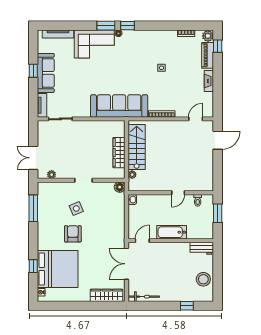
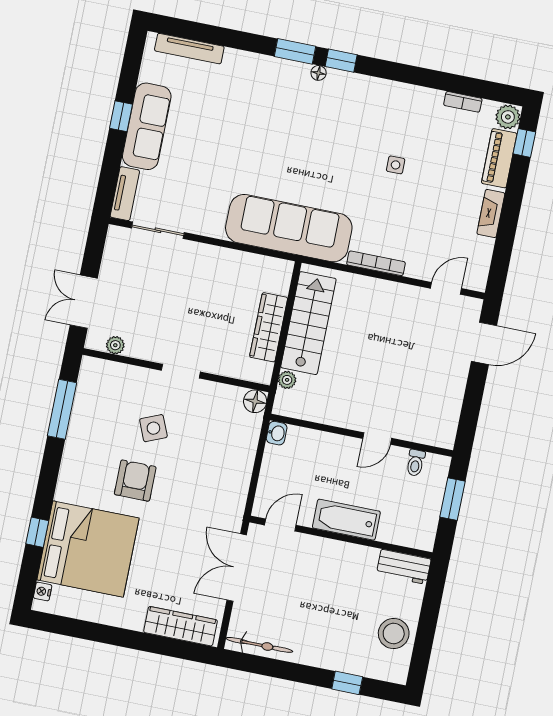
corner sofa: (94, 44) -> (262, 85), removed

